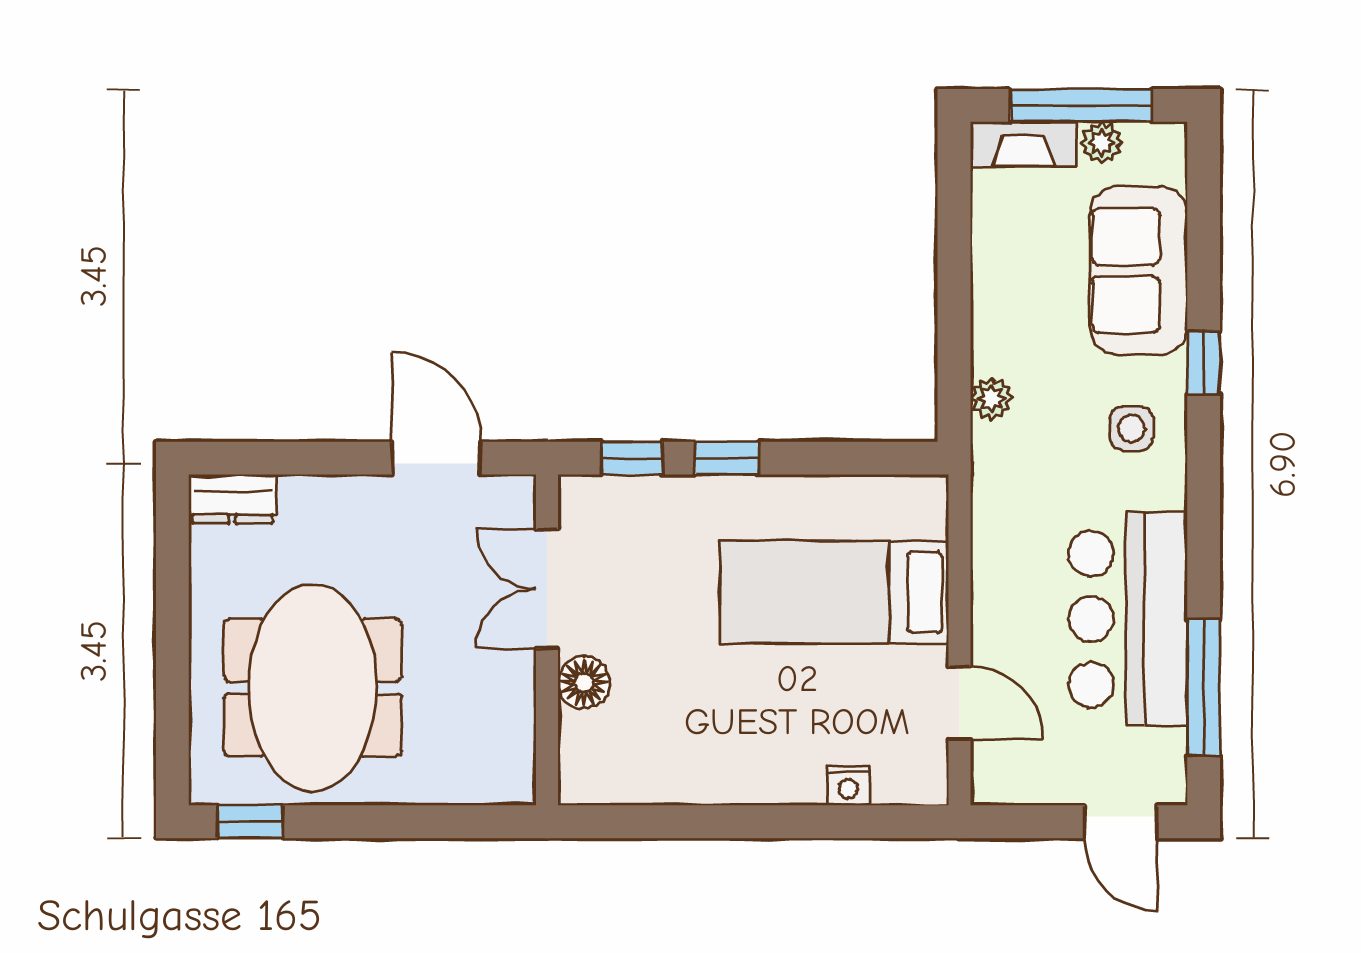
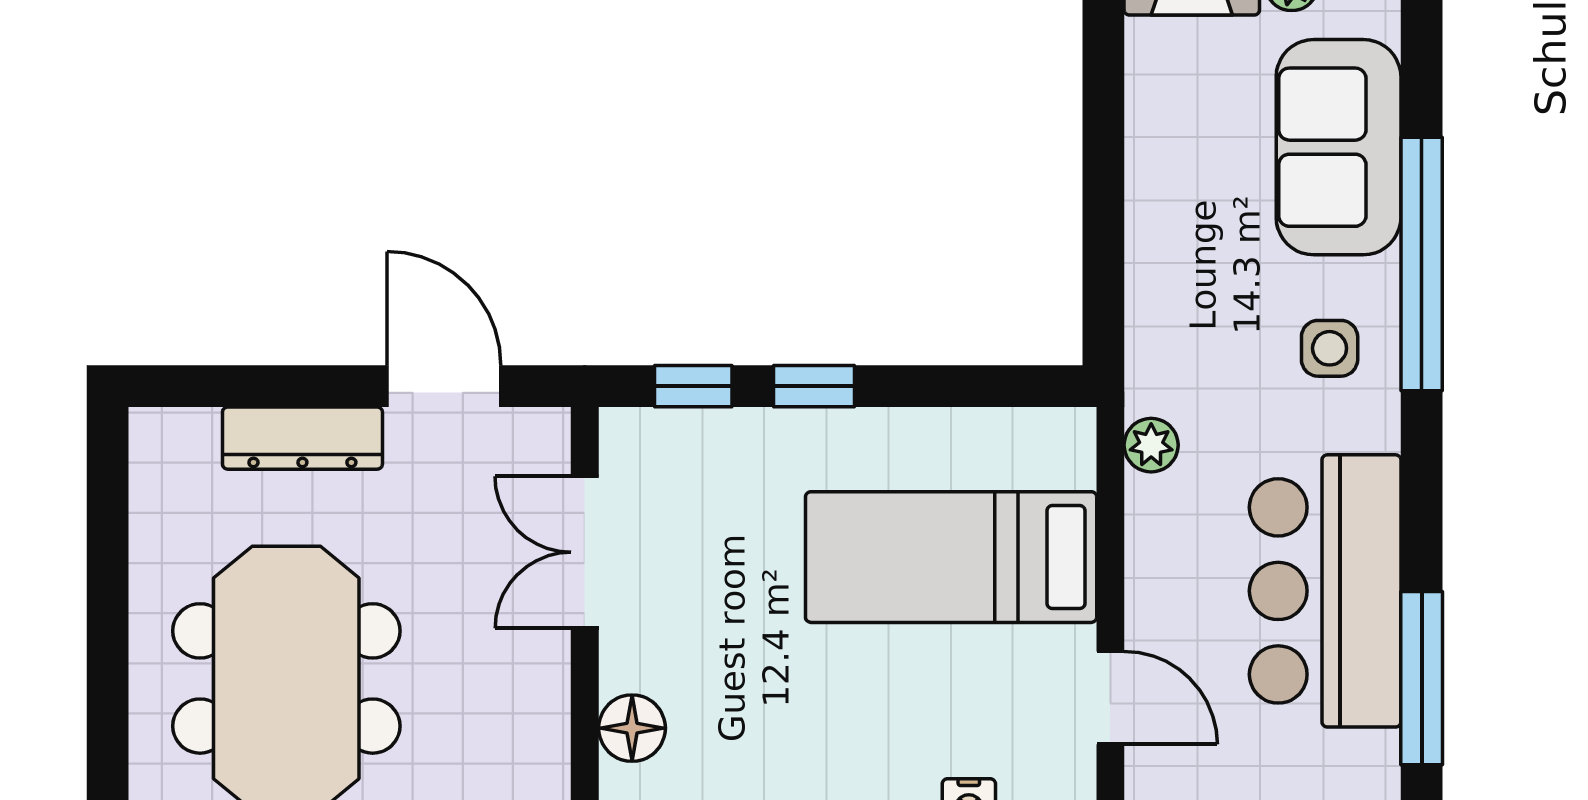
window: (1204, 362) -> (1422, 264), width x3.17
plant: (991, 398) -> (1151, 445), moved
dresser: (232, 499) -> (302, 438), moved, width x1.44
floor lamp: (584, 682) -> (632, 728), moved

